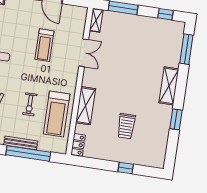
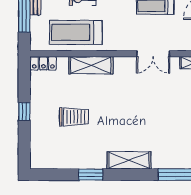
trolley: (126, 126) -> (74, 117), turned 180
window: (126, 168) -> (24, 111), moved

